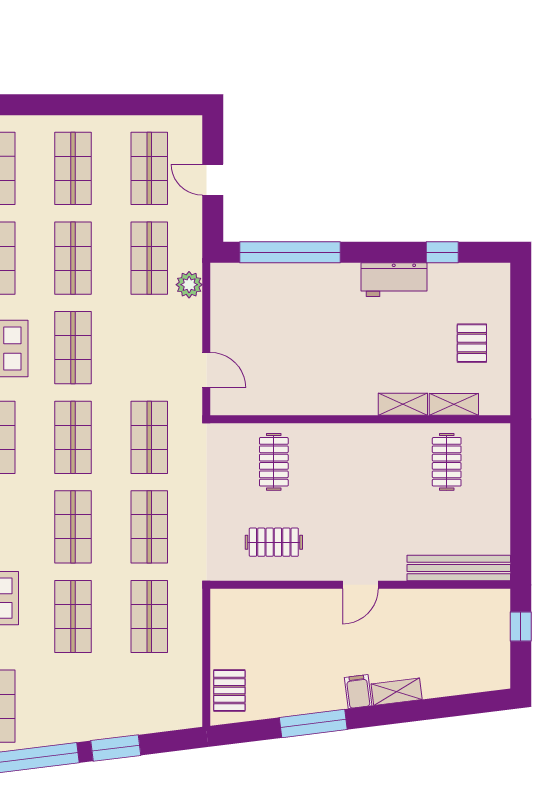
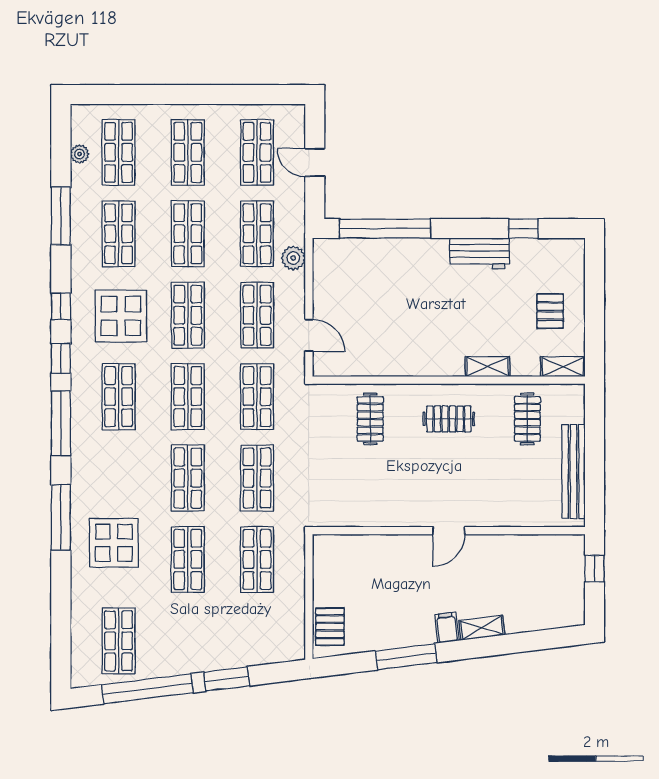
shop shelf: (149, 348) -> (257, 315), added
shelving: (454, 404) -> (563, 367), moved
clothes rail: (274, 542) -> (449, 419), moved
bench: (459, 568) -> (573, 472), moved, turned 90

